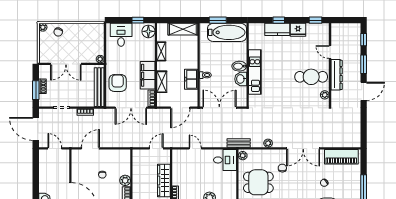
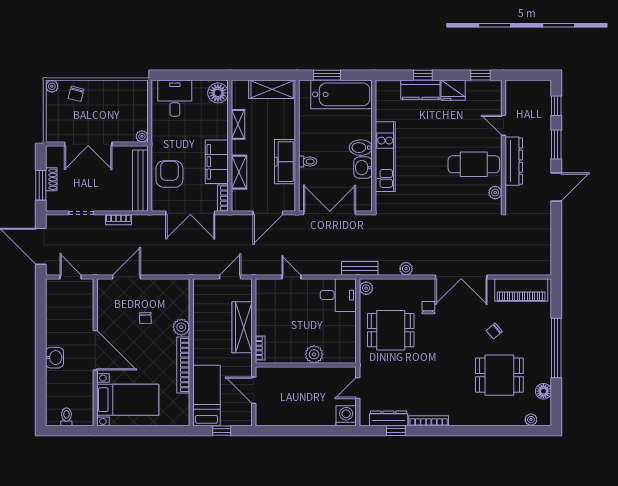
window: (138, 20) -> (201, 75), removed
freezer: (191, 79) -> (285, 162), width x1.40

